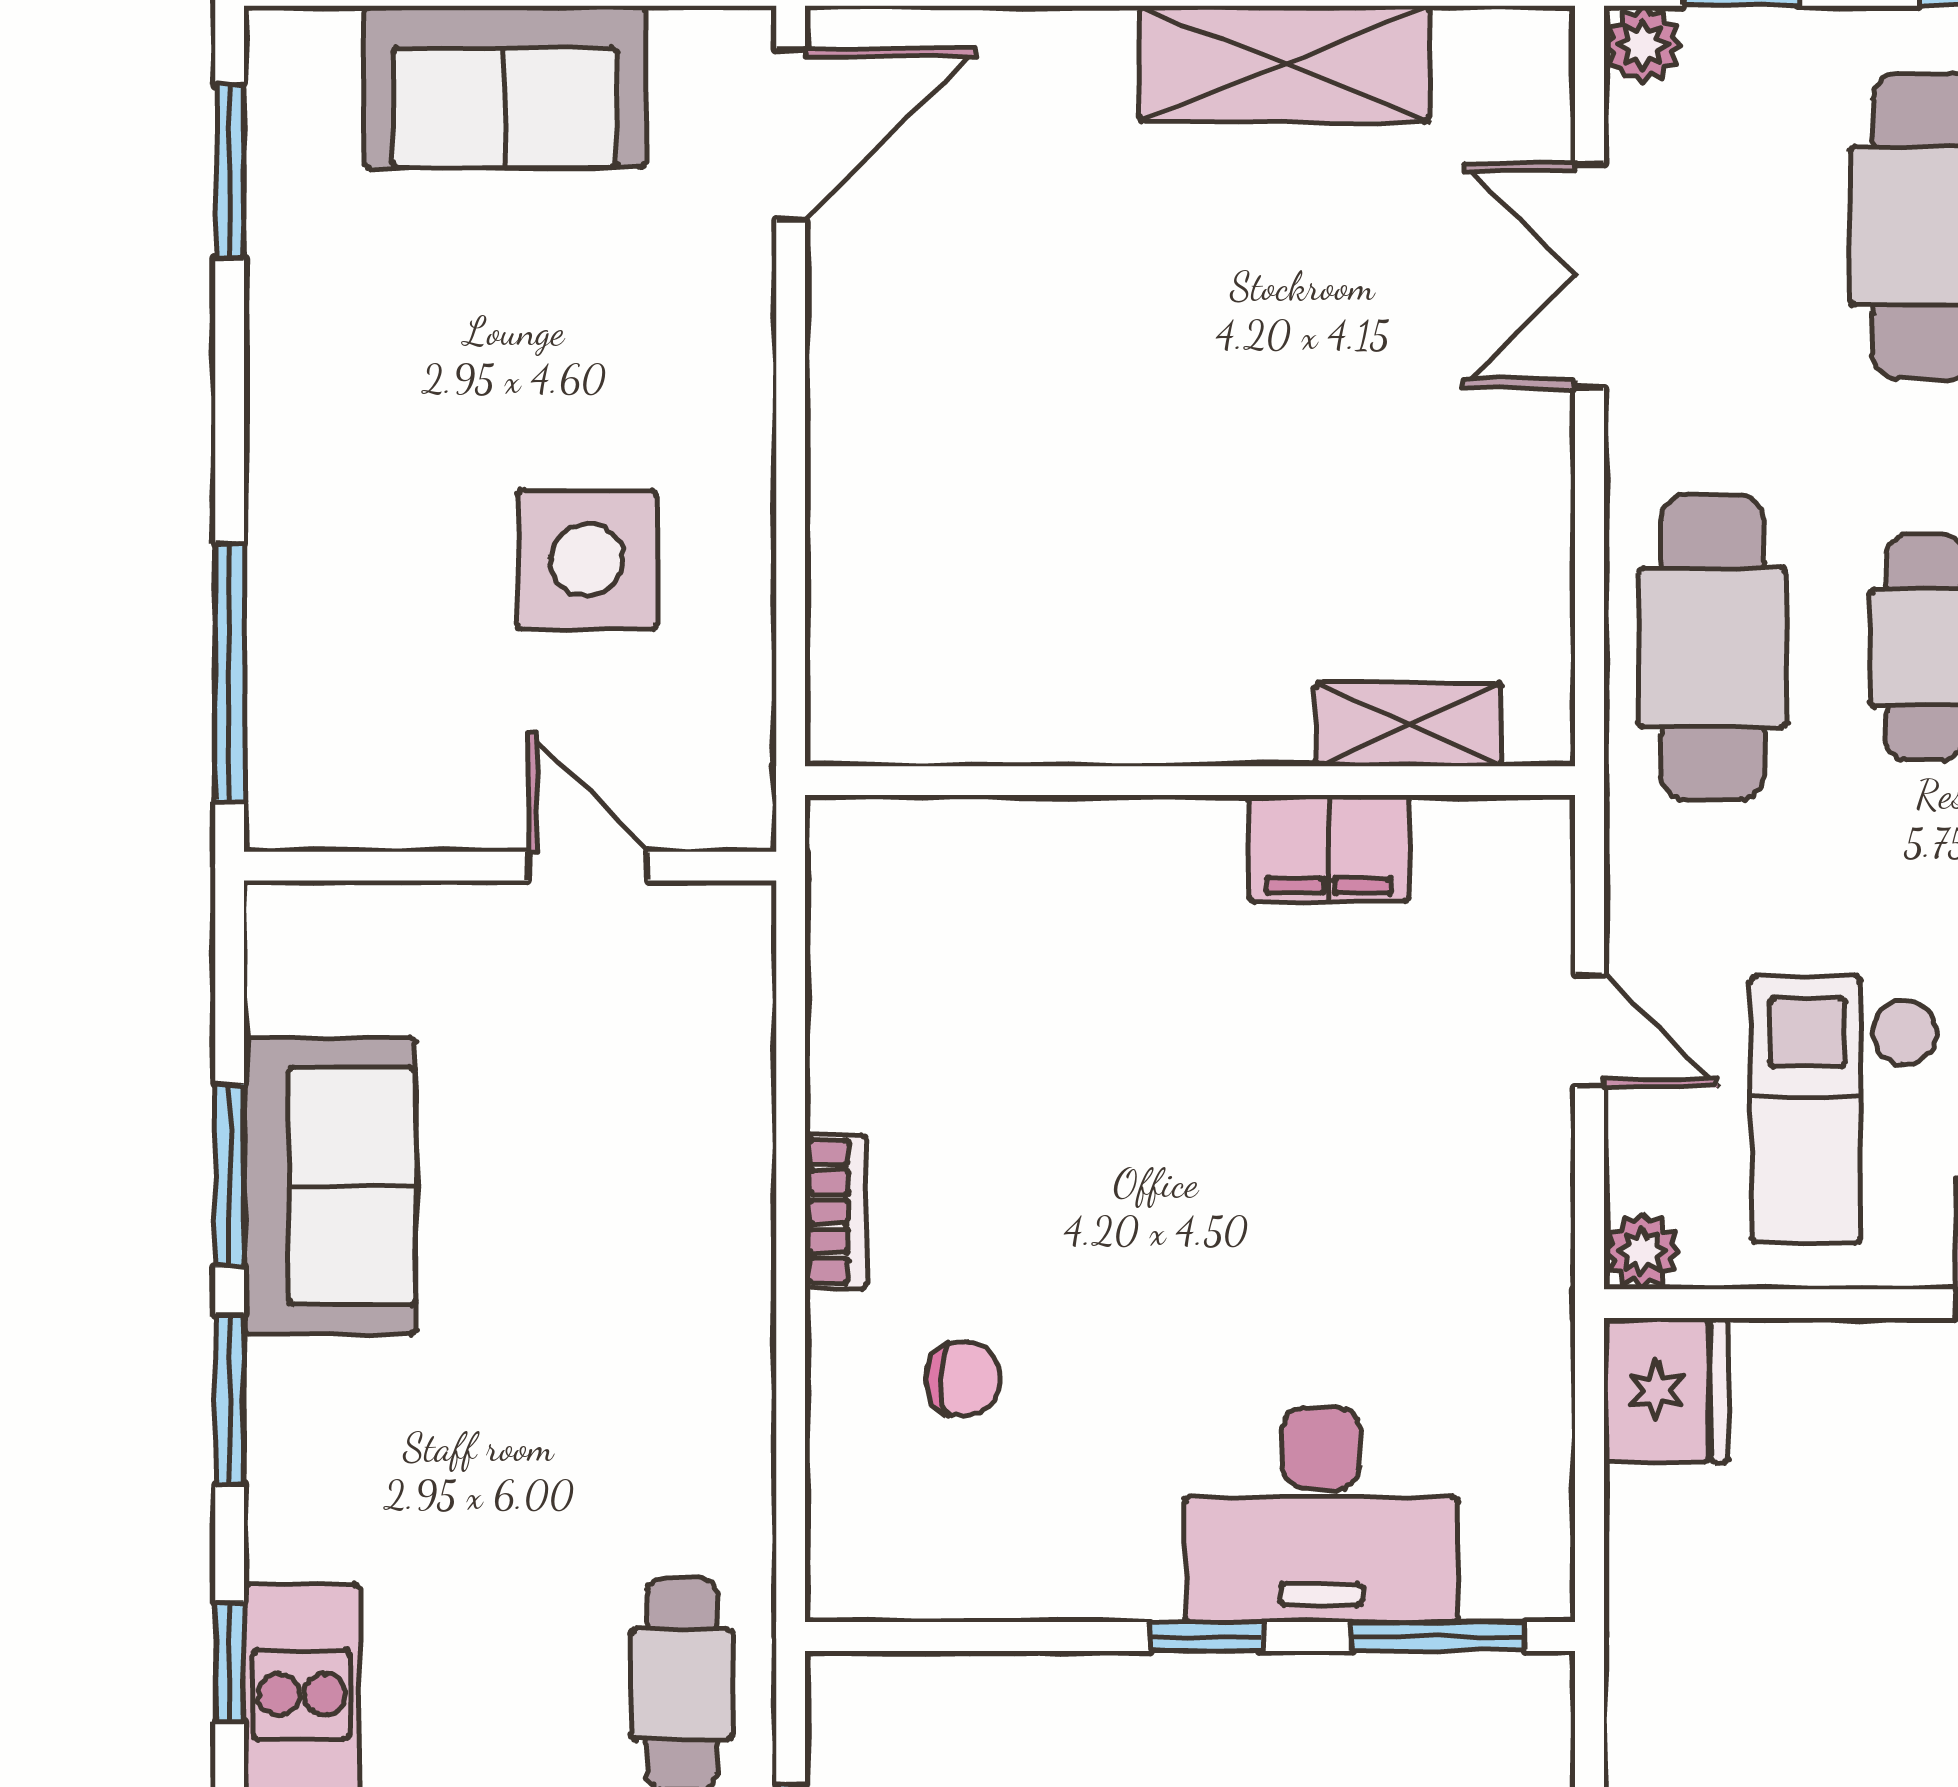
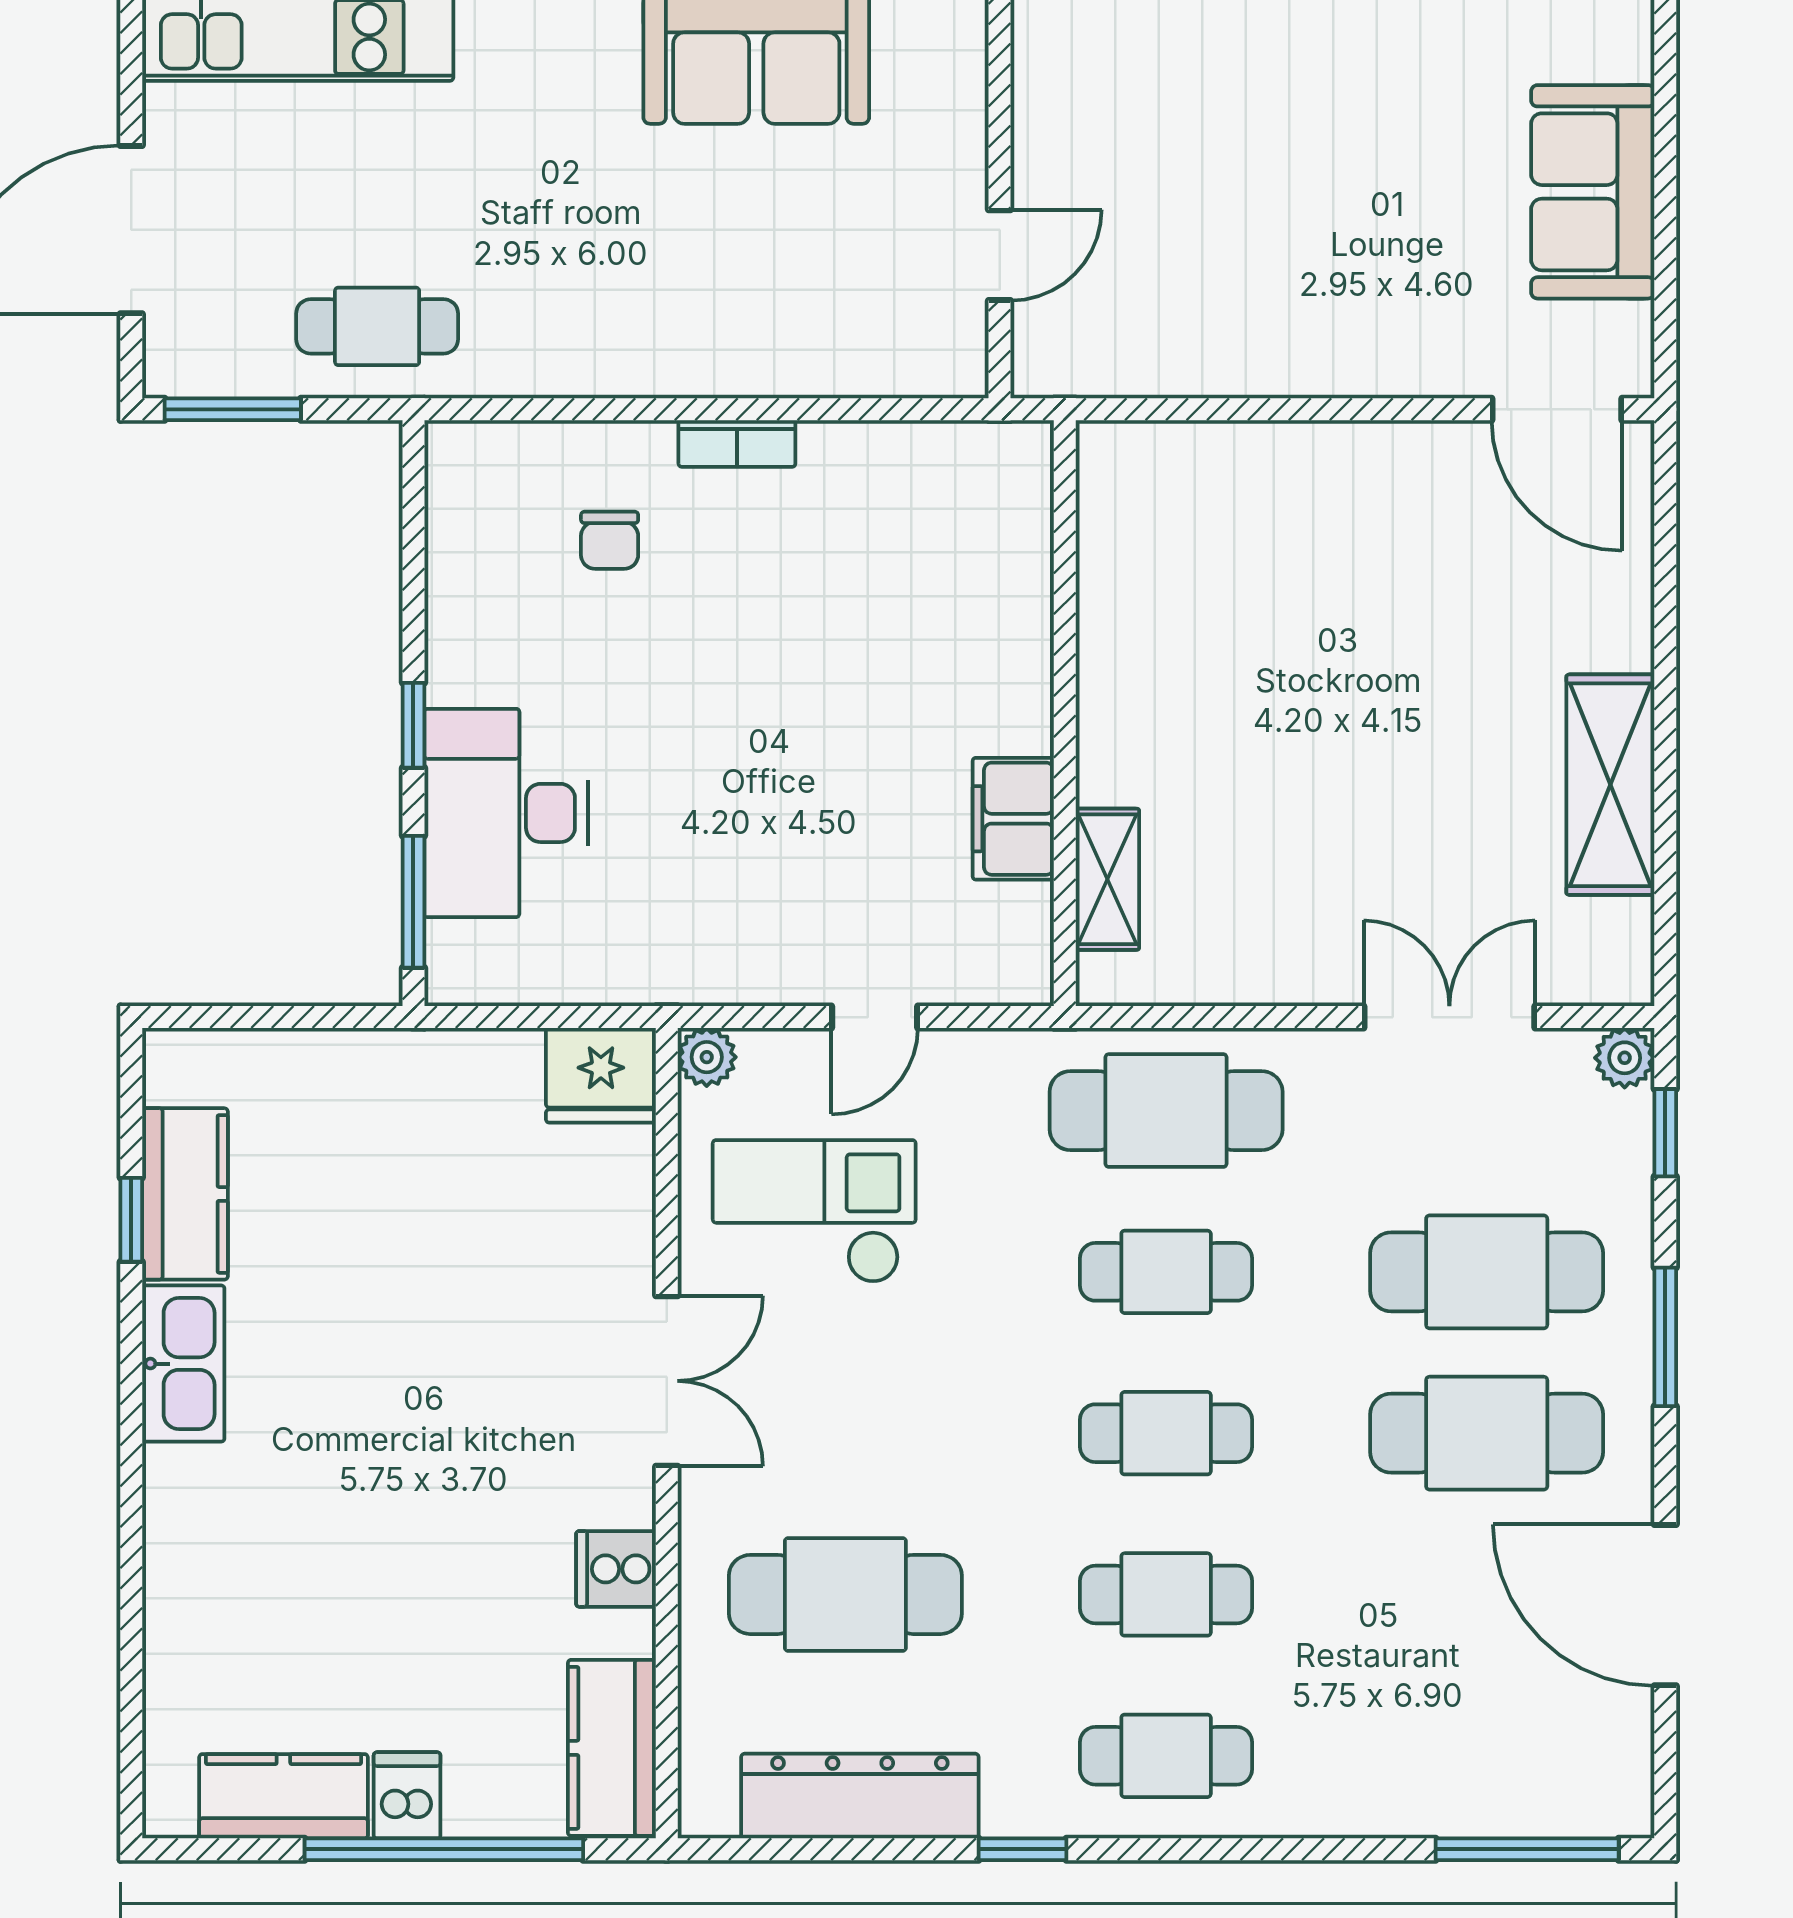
side table: (587, 560) -> (1233, 254), removed

